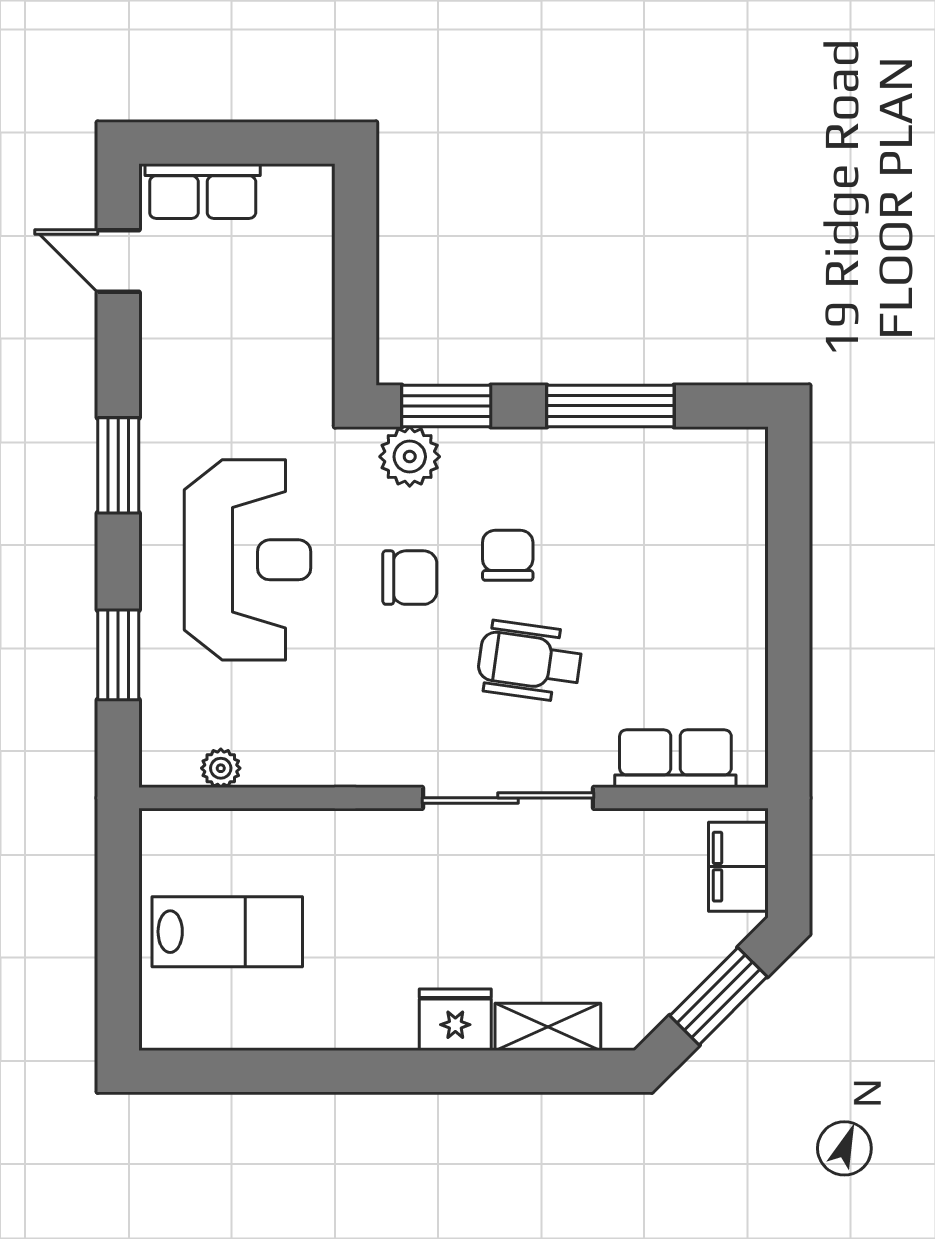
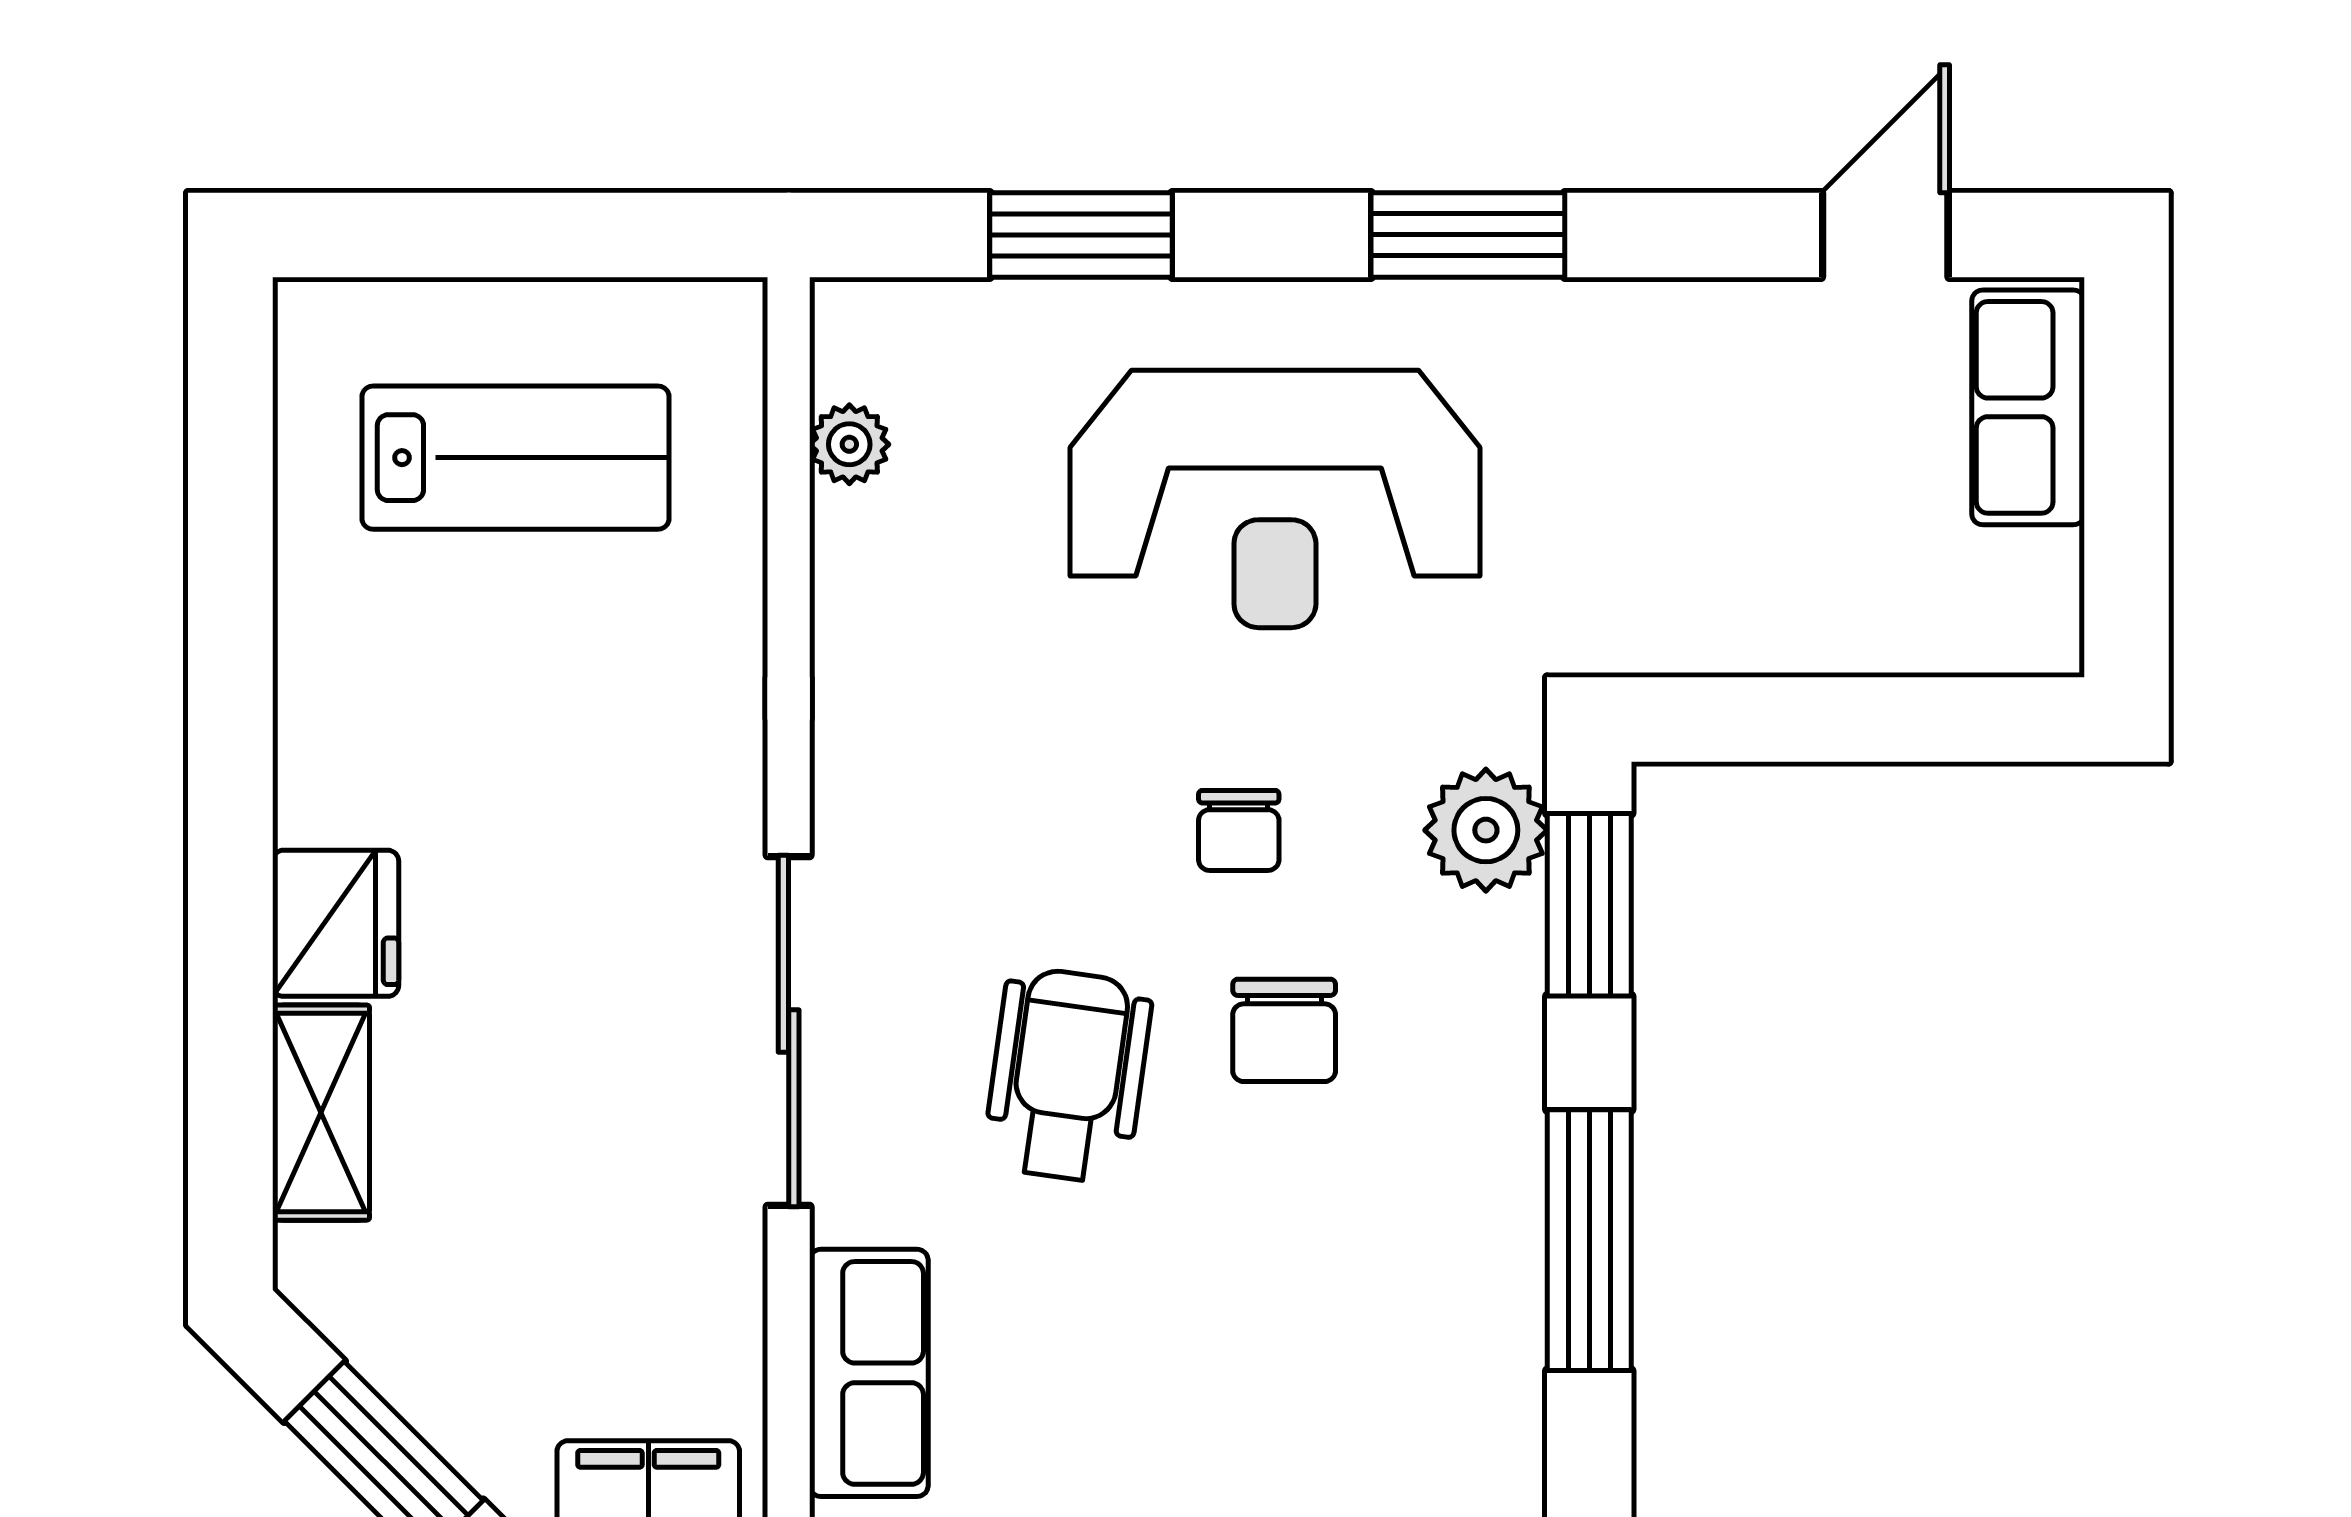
chair: (508, 555) -> (1284, 1030), turned 90
chair: (410, 578) -> (1239, 830), width x0.73, depth x0.73
lab bench: (227, 932) -> (516, 458), turned -90

